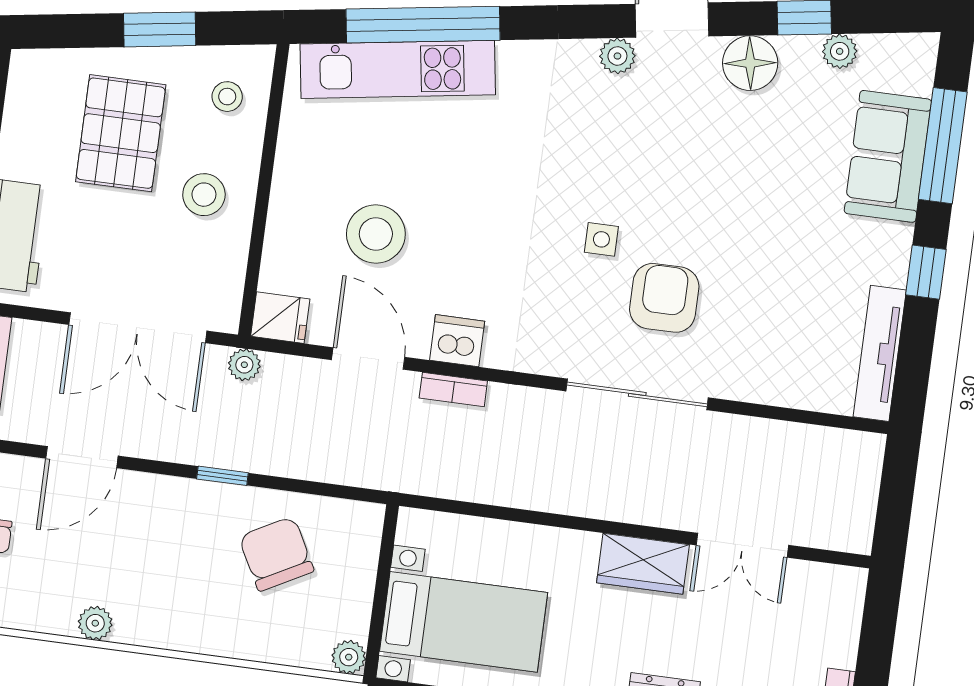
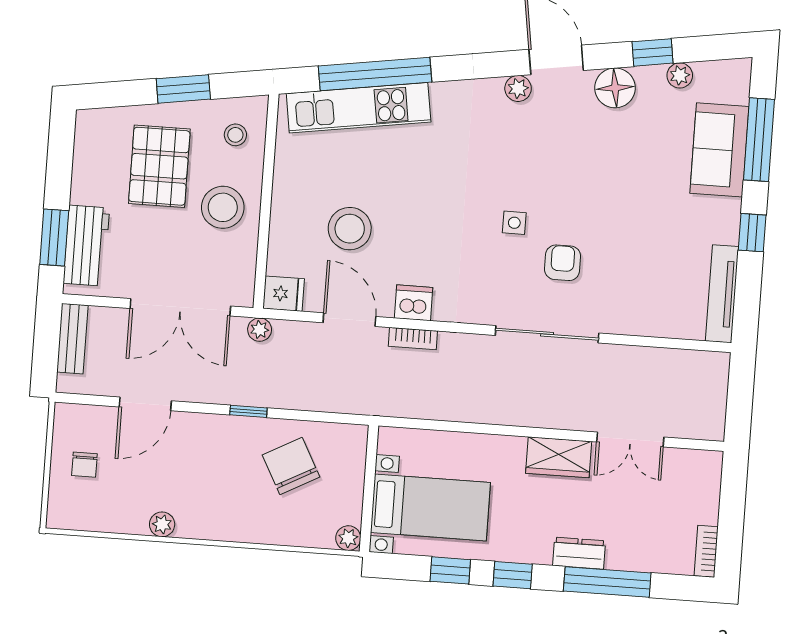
stool: (204, 195) -> (223, 207), width x1.38, depth x1.38
armchair: (664, 298) -> (563, 263), width x0.72, depth x0.72

